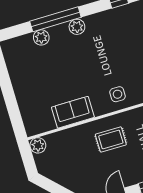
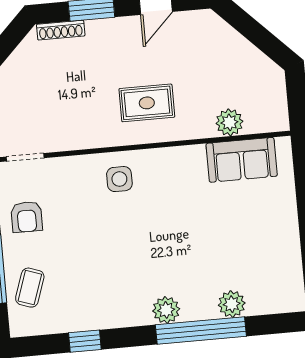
sofa: (73, 112) -> (242, 160), moved
plant: (38, 145) -> (229, 122), moved

